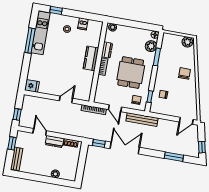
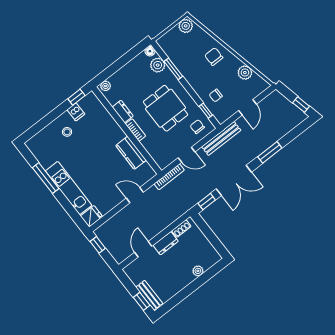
window: (56, 10) -> (76, 97), moved
kitchen unit: (41, 33) -> (69, 188), moved
kitchen counter: (91, 58) -> (131, 153), moved
plant: (191, 99) -> (245, 73), added
door: (66, 100) -> (135, 195), hinge flipped
window: (17, 114) -> (98, 245), moved
door: (186, 121) -> (248, 107), moved
door: (40, 132) -> (143, 249), hinge flipped
window: (12, 143) -> (142, 301), moved
double door: (125, 148) -> (234, 180), swing flipped
window: (174, 157) -> (270, 152), moved

